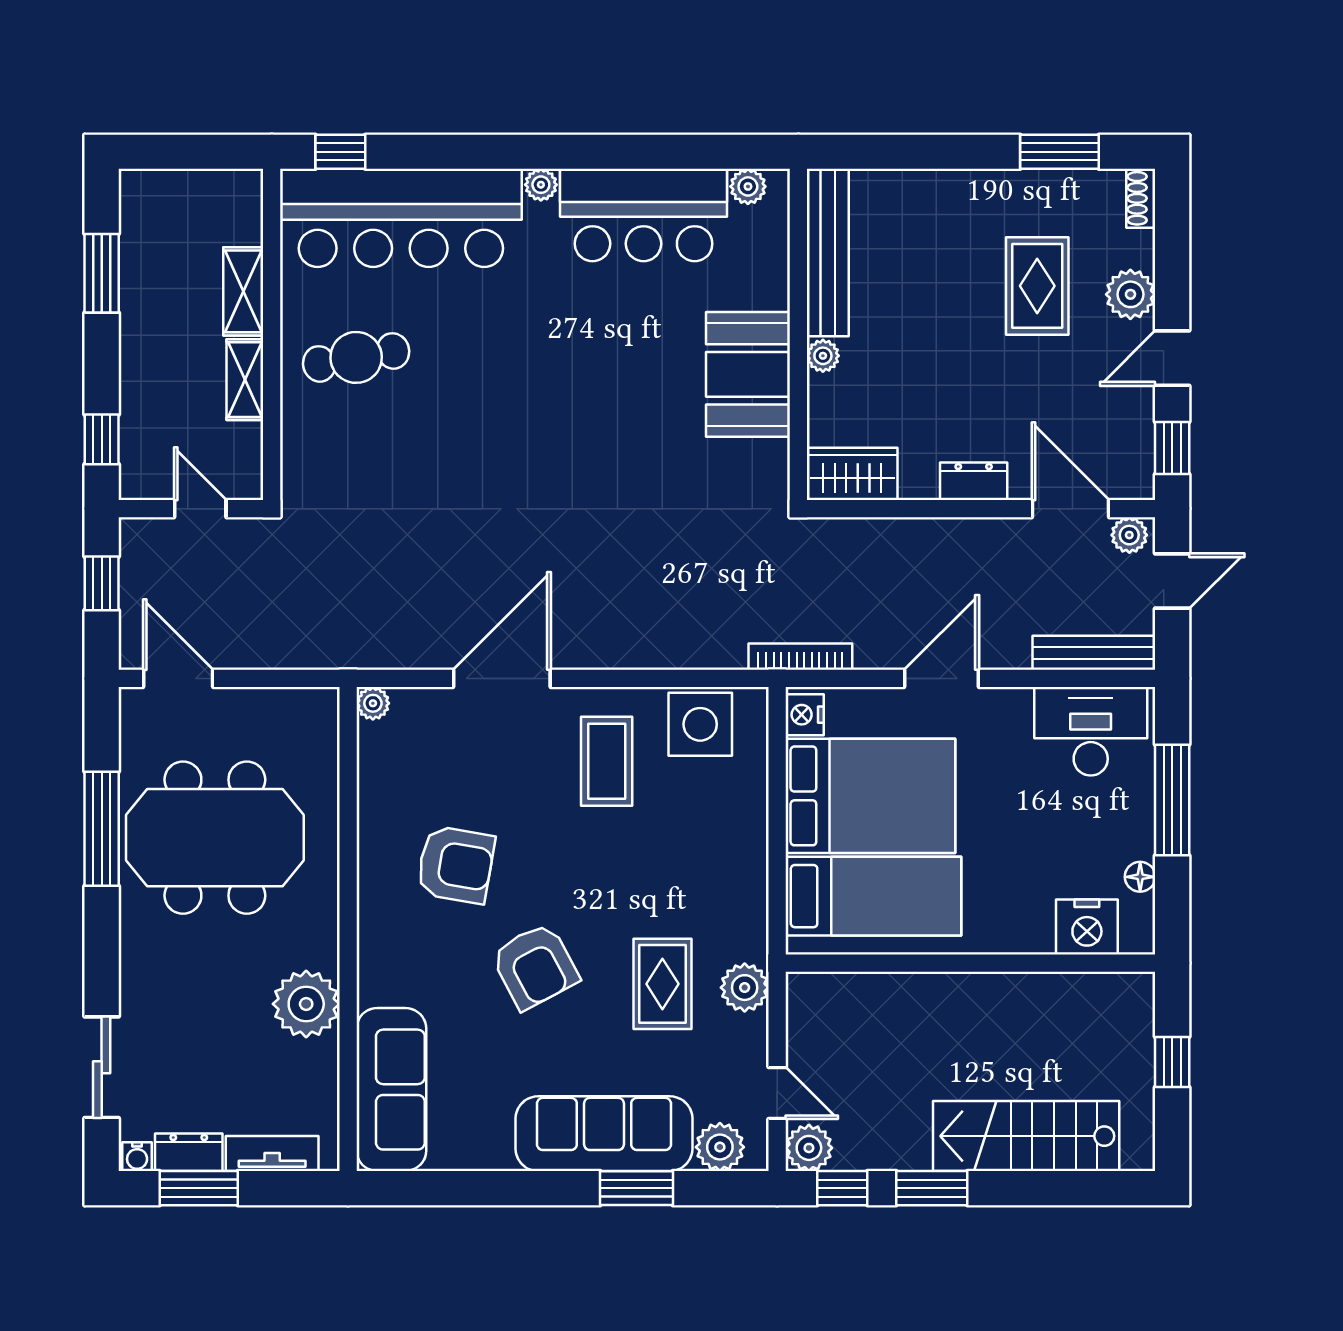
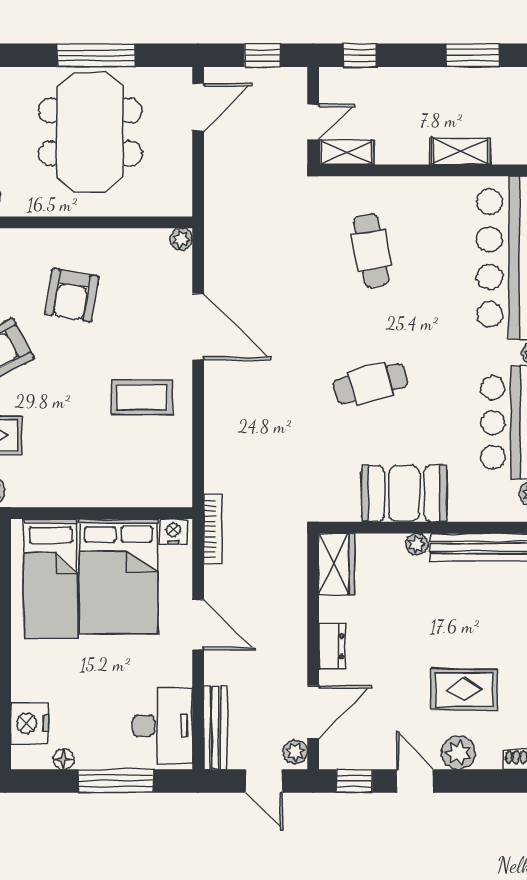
cafe table: (356, 357) -> (371, 251), moved
shelving: (245, 380) -> (346, 152), moved
cafe table: (586, 424) -> (370, 384), added
side table: (700, 724) -> (167, 461), removed

